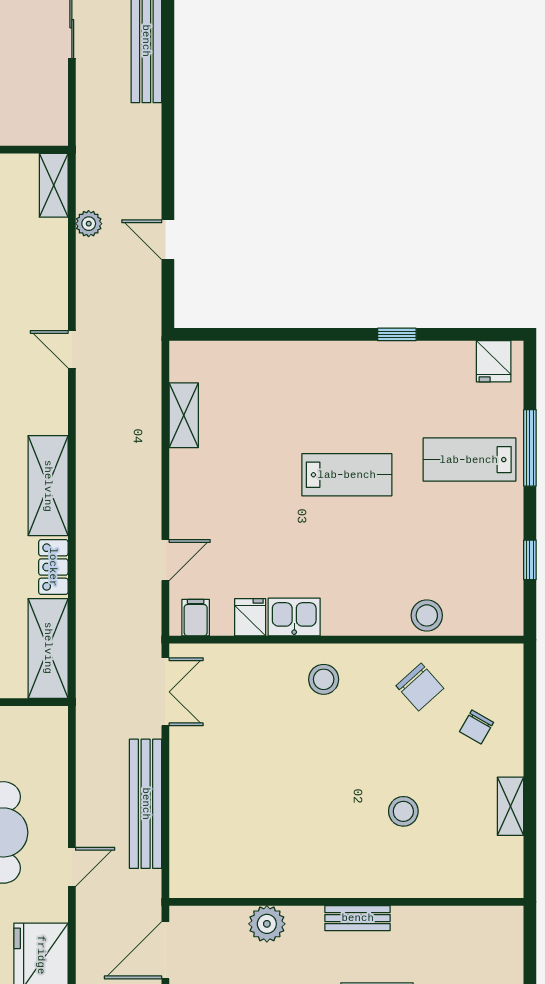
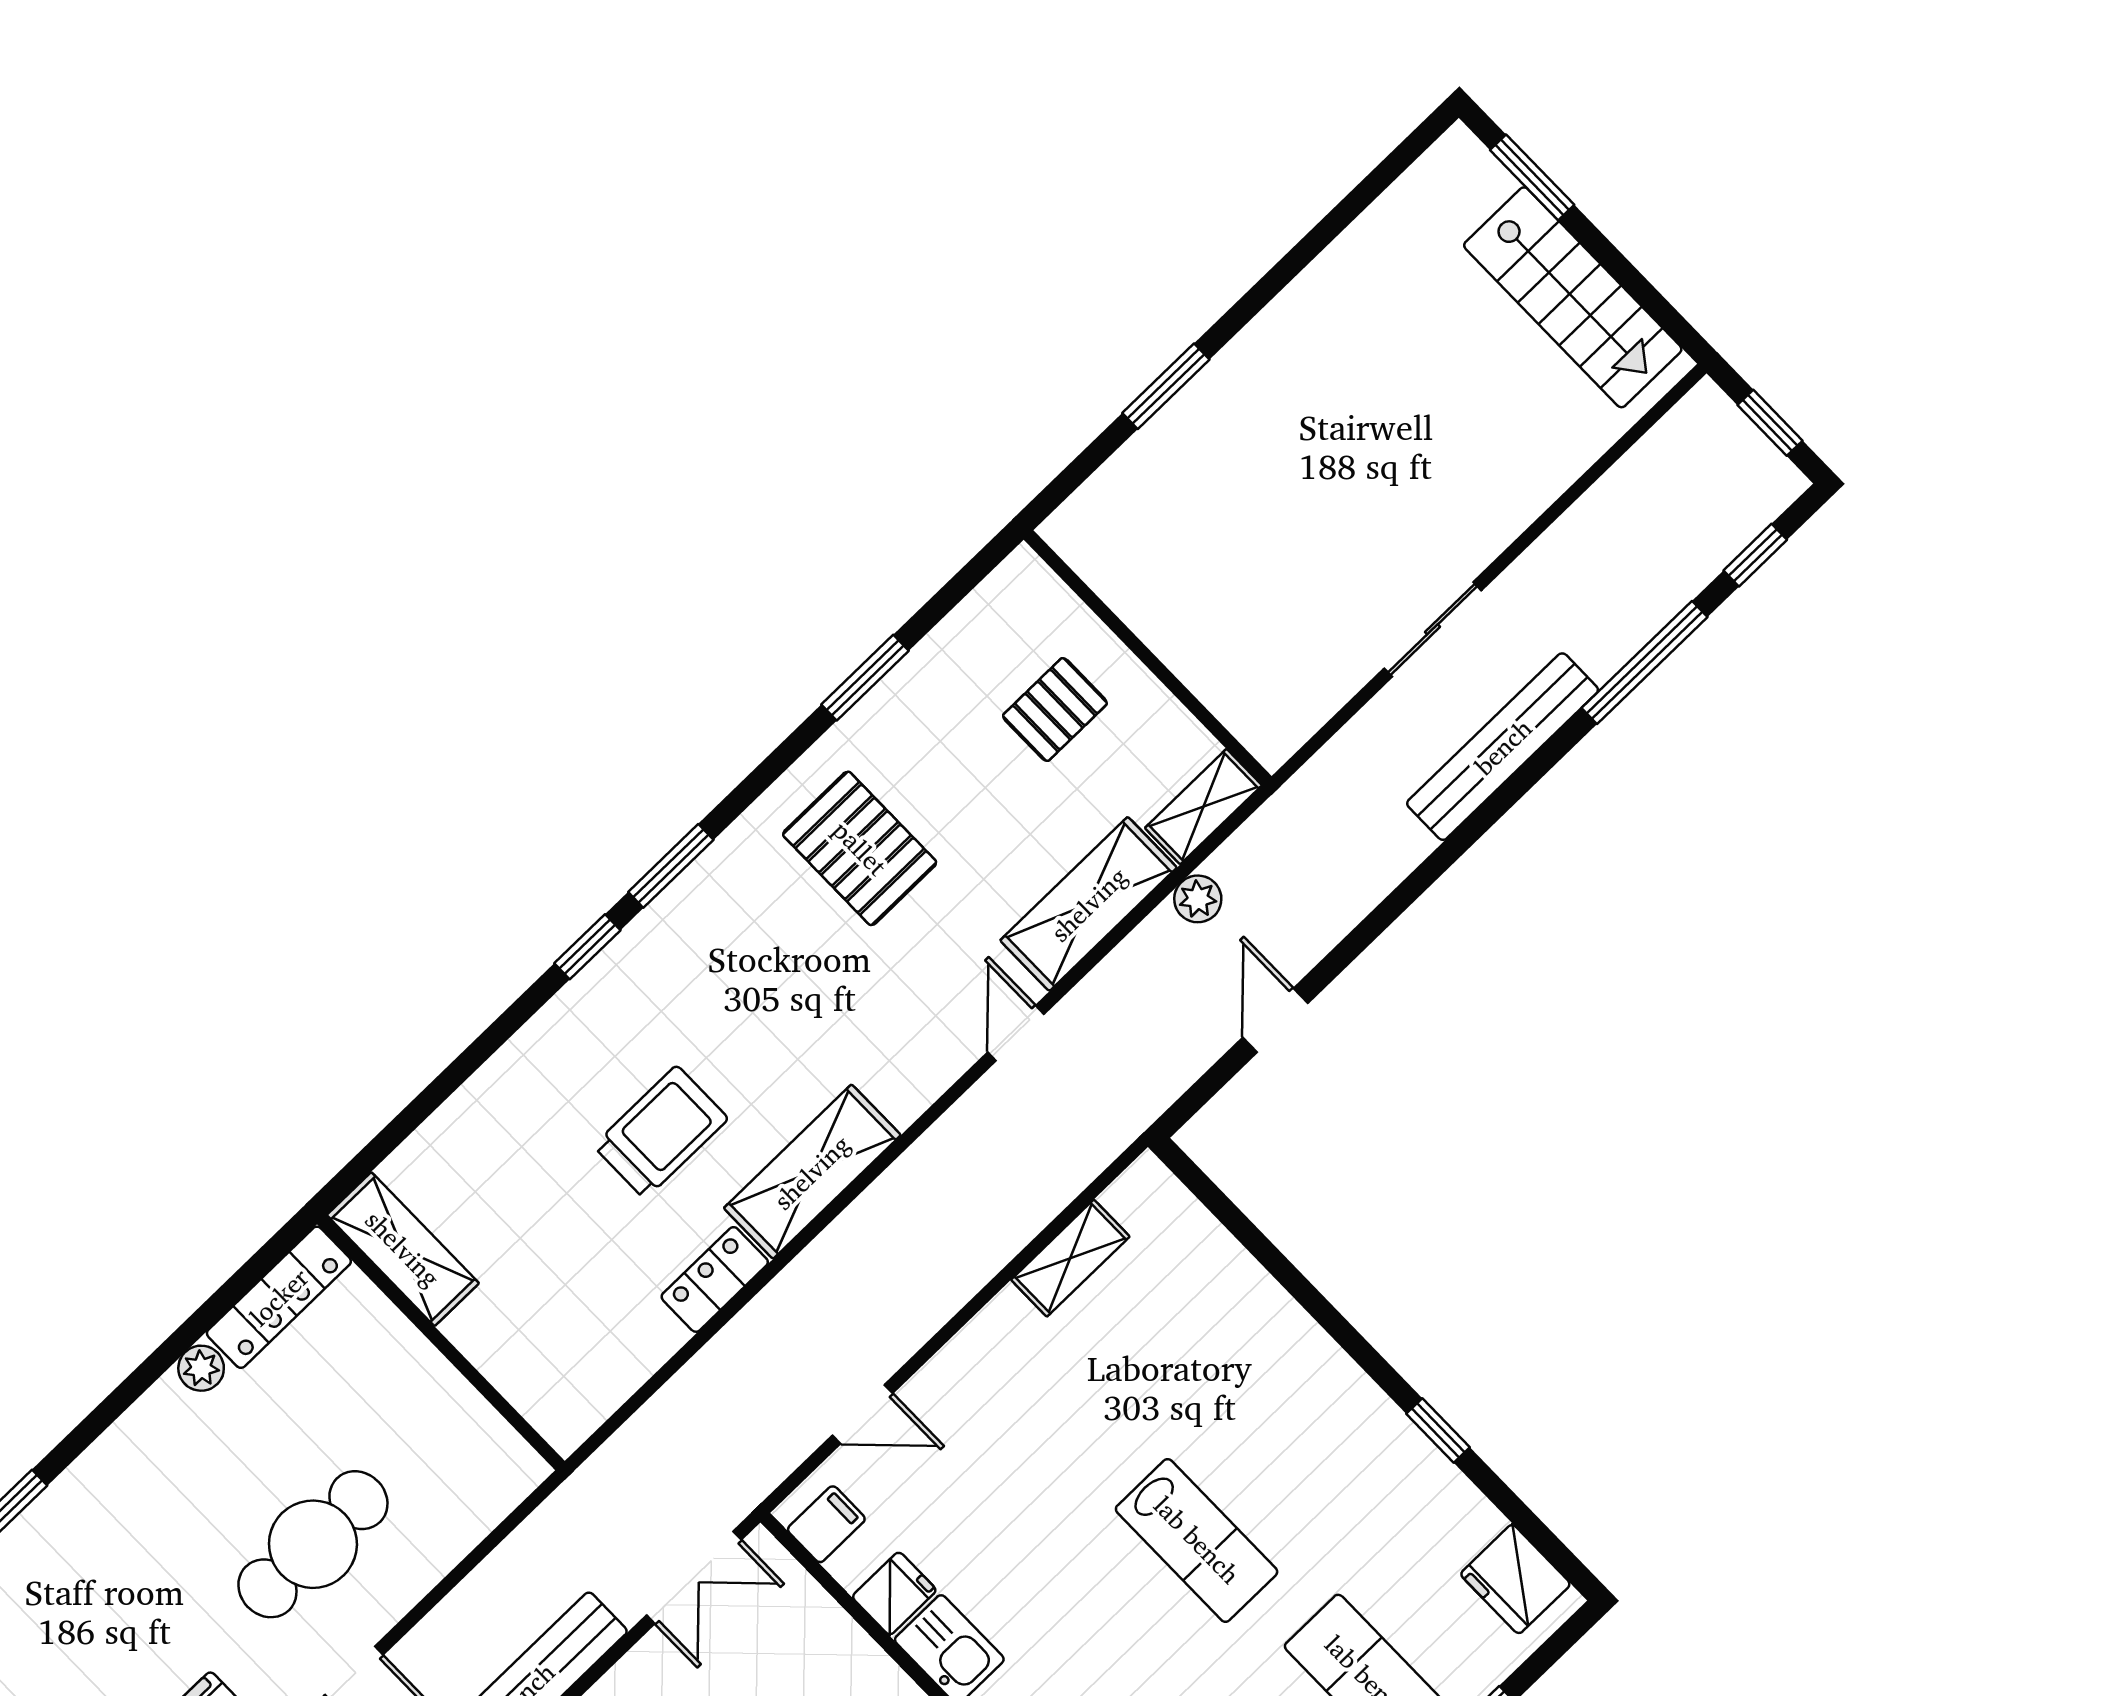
fridge: (494, 361) -> (1515, 1579), width x1.38
shelving: (48, 648) -> (1089, 904), moved

